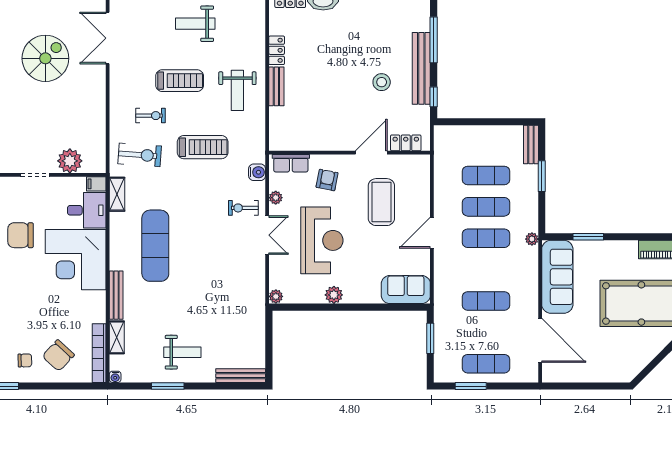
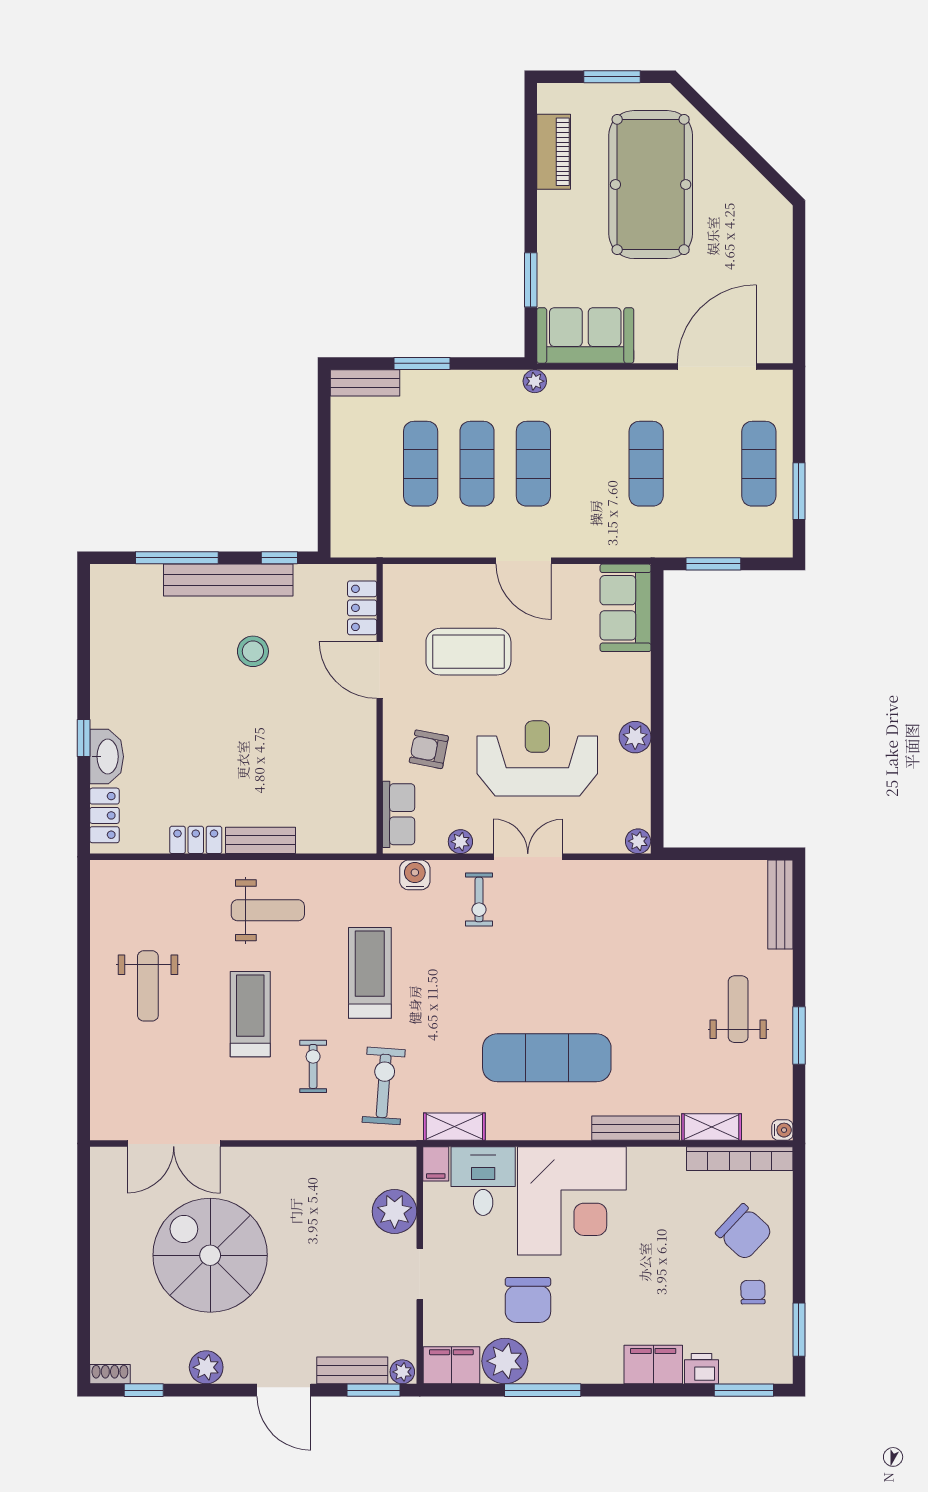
spiral stairs: (45, 58) -> (210, 1255), width x1.37, depth x1.37
sofa: (557, 277) -> (585, 336), width x0.73

